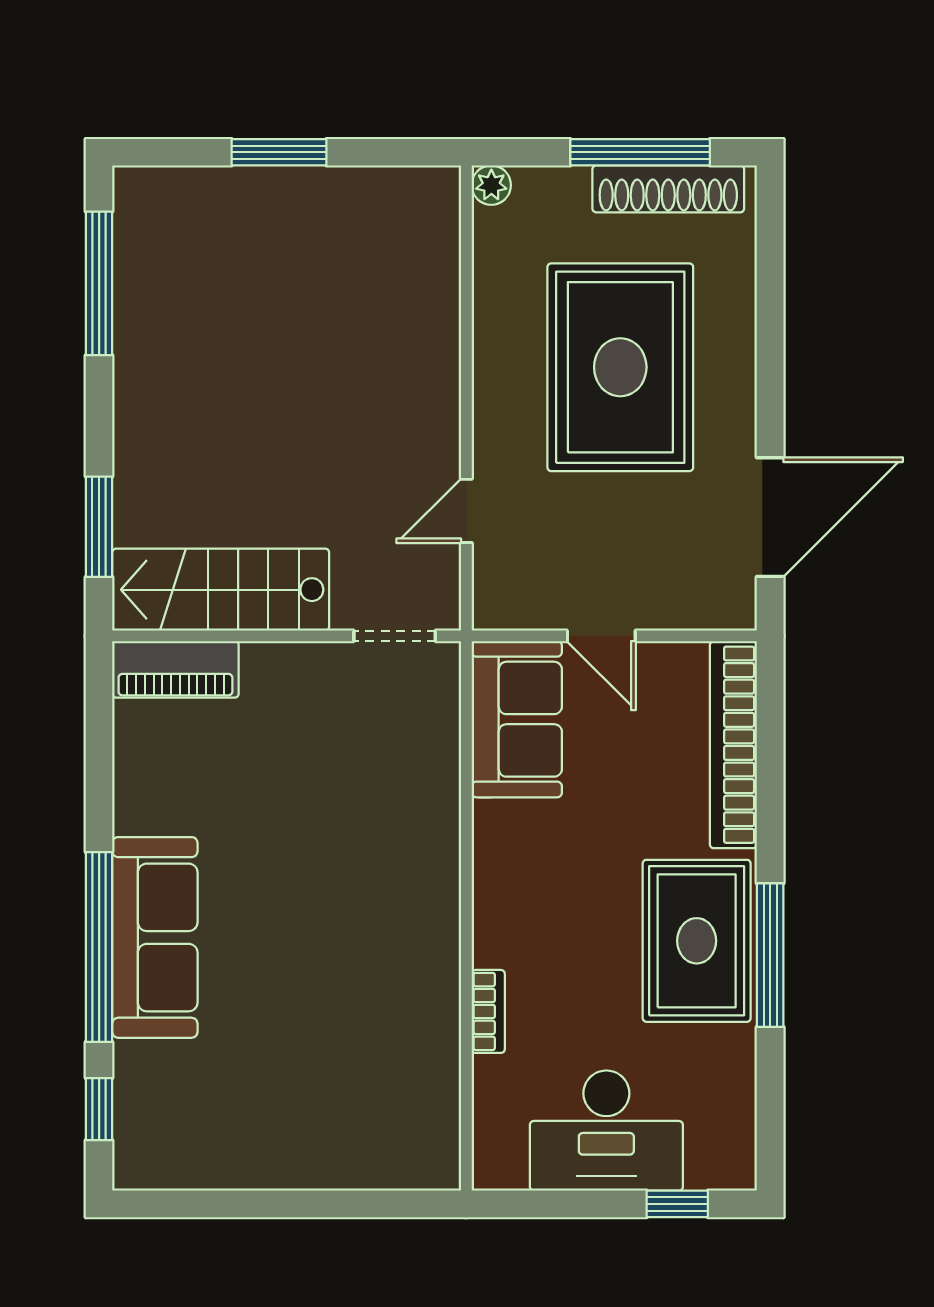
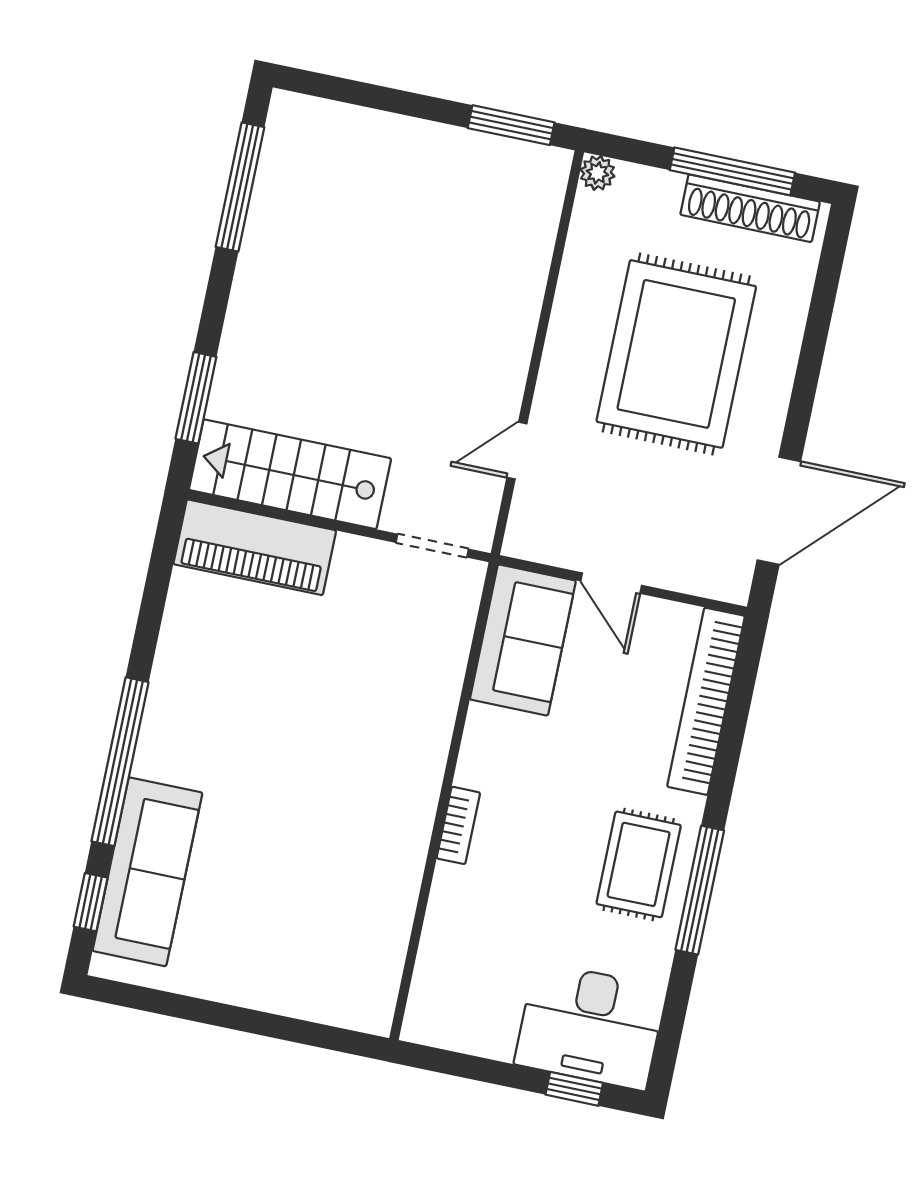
window: (279, 152) -> (511, 125), moved
piano: (175, 669) -> (255, 547), width x1.37, depth x1.33
sofa: (155, 937) -> (147, 872), moved
rug: (697, 941) -> (639, 864), width x0.73, depth x0.70
bookcase: (488, 1011) -> (458, 825), moved
desk: (606, 1131) -> (590, 1026), moved

